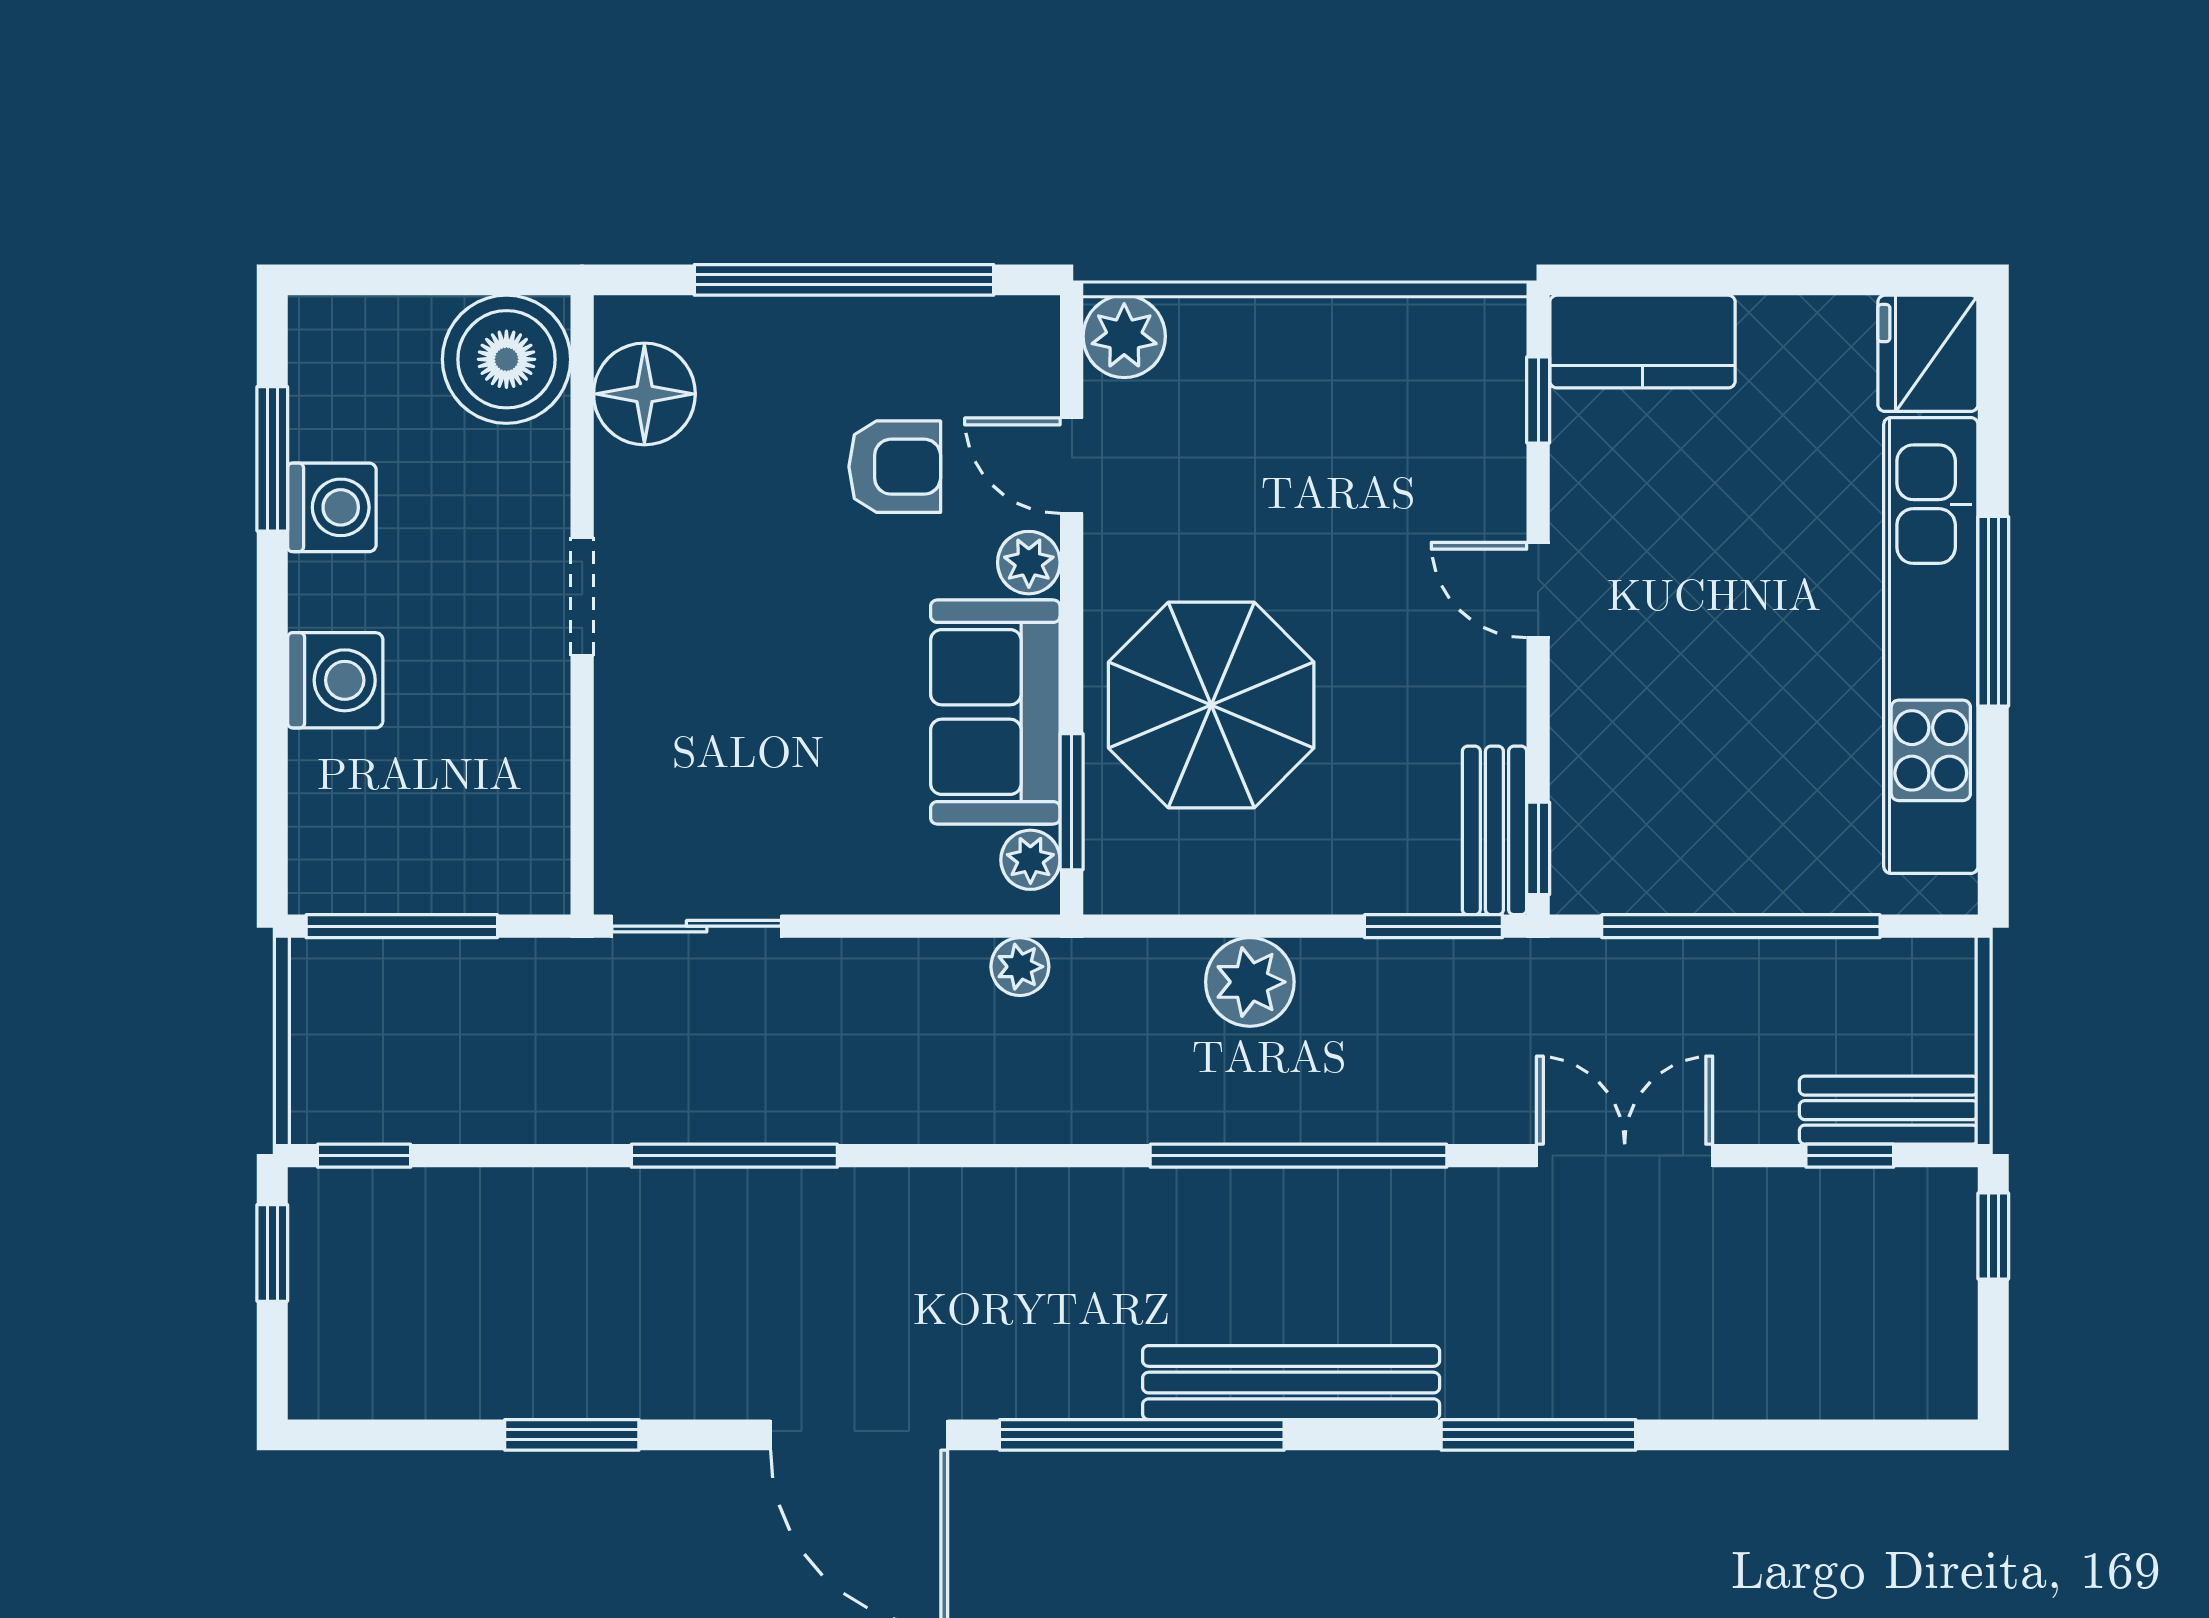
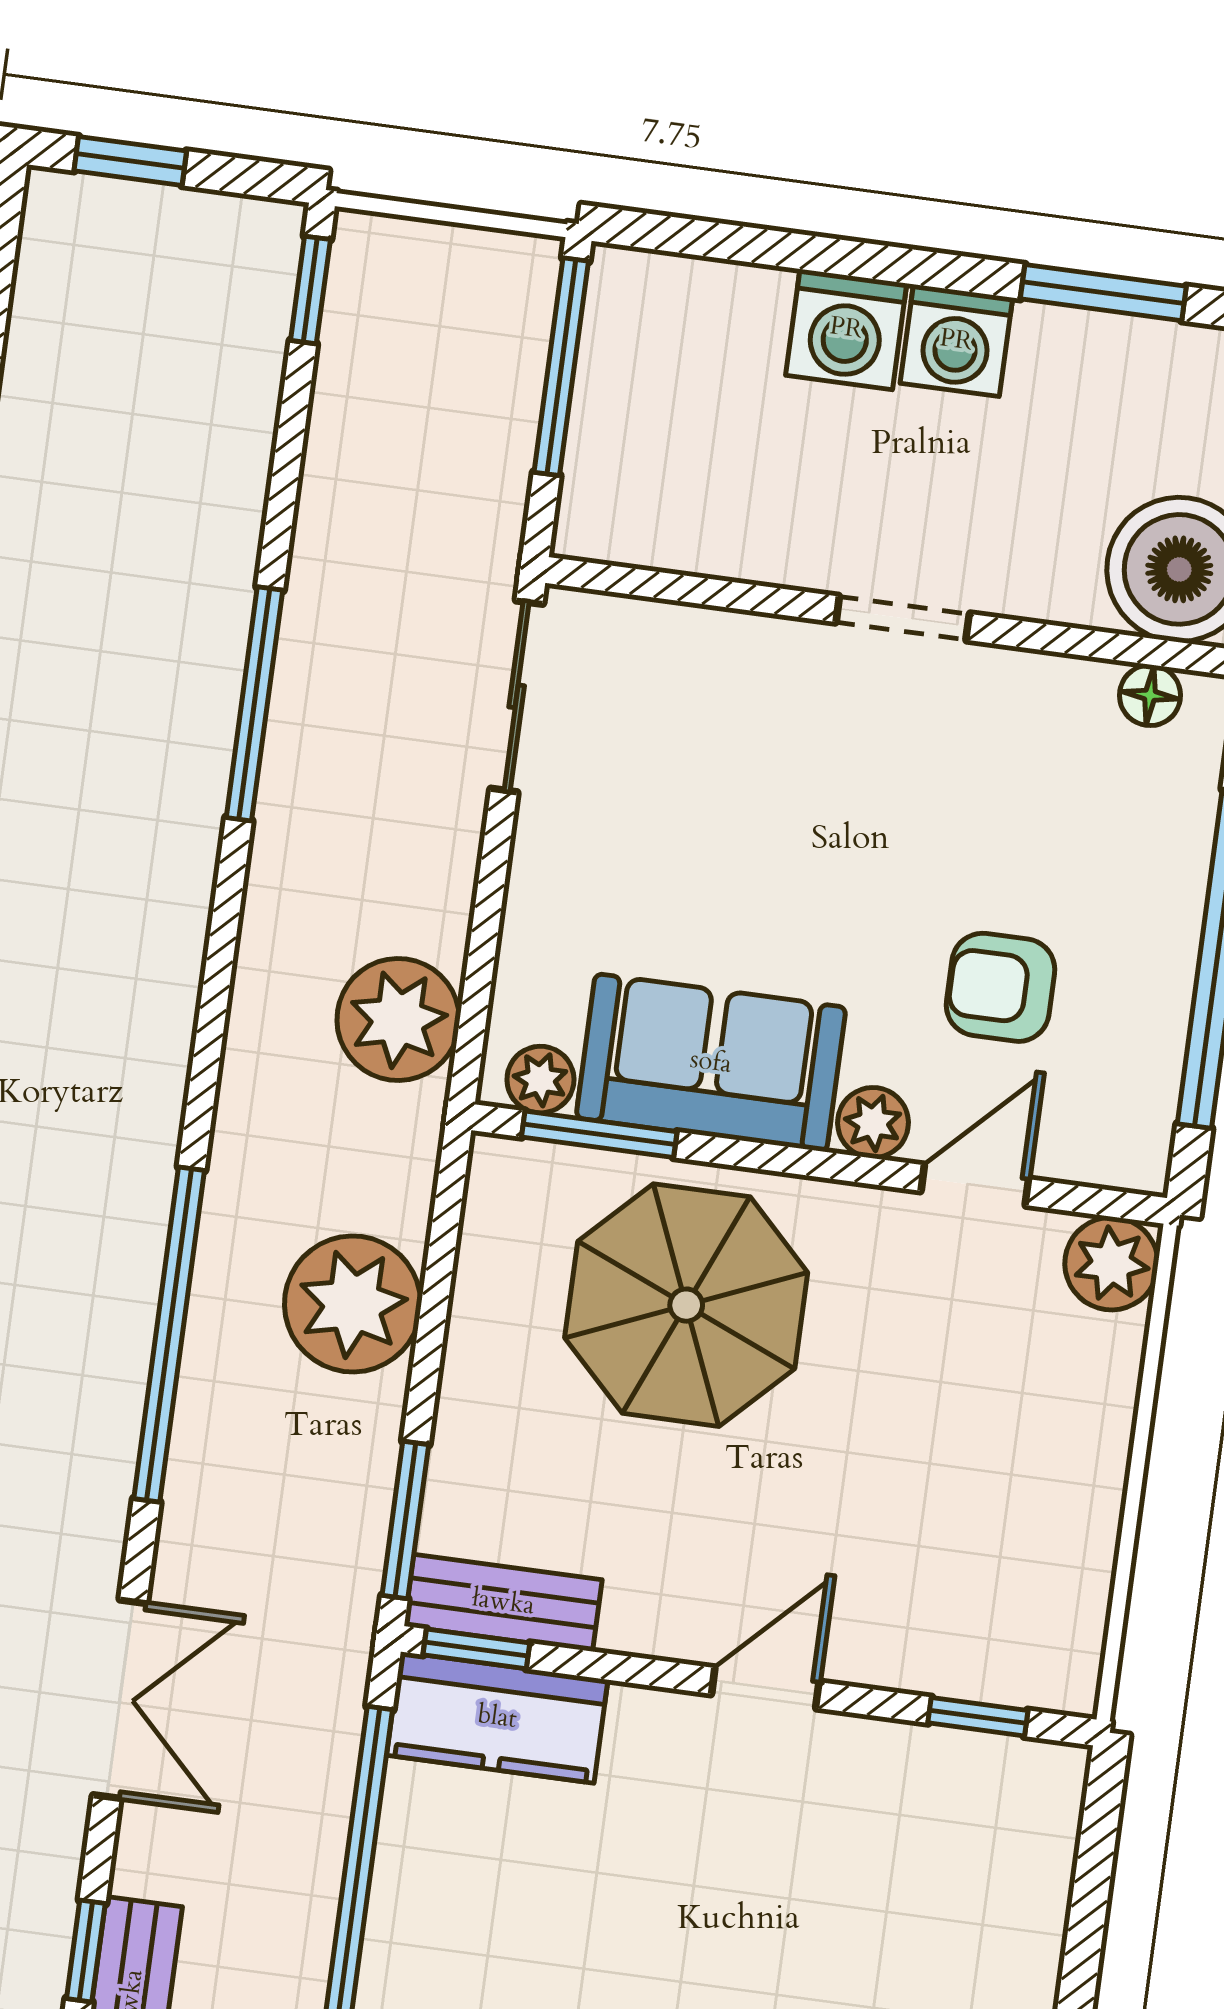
kitchen counter: (1643, 342) -> (497, 1718), moved, turned -90
floor lamp: (644, 394) -> (1150, 695), width x0.53, depth x0.53
armchair: (895, 467) -> (1000, 987), turned 90
washing machine: (332, 507) -> (956, 341), moved
plant: (1020, 967) -> (398, 1019), width x1.87, depth x1.87
plant: (1250, 982) -> (353, 1304), width x1.36, depth x1.36
window: (272, 1253) -> (130, 161), moved

